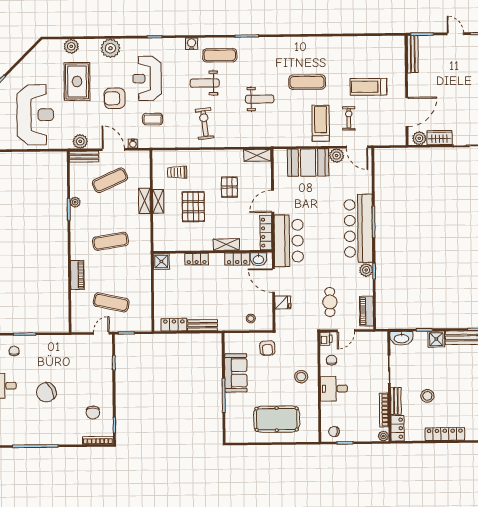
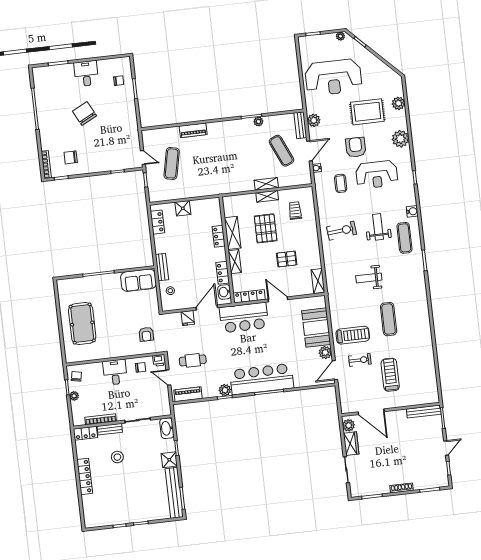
reception desk: (147, 78) -> (377, 175), turned 180
weight bench: (260, 99) -> (369, 278), turned 90
pallet: (193, 207) -> (266, 228), turned 90
exercise mat: (111, 241) -> (227, 157), removed
shelving: (194, 244) -> (233, 233), added
shower: (161, 261) -> (183, 208), moved
bench: (203, 325) -> (162, 267), moved
armchair: (267, 348) -> (146, 334), moved, turned -87
sofa: (236, 373) -> (138, 280), moved
stool: (301, 377) -> (123, 342), removed
plant: (383, 436) -> (74, 396), moved

